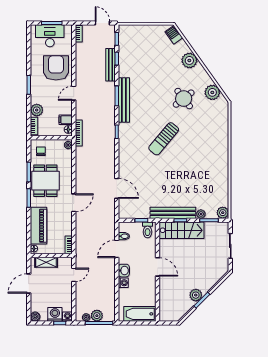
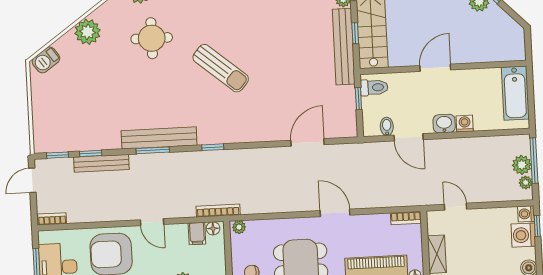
round table: (184, 99) -> (152, 38), turned 38

